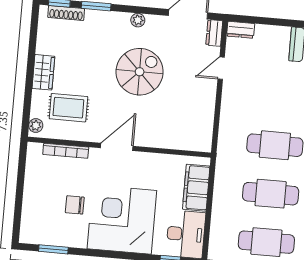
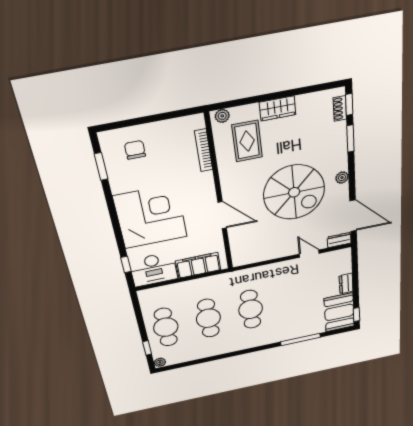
shoe rack: (66, 13) -> (340, 108), width x0.70
dresser: (241, 30) -> (346, 284), moved
spiral stairs: (140, 72) -> (294, 192), width x1.37, depth x1.37
door: (117, 147) -> (222, 215), moved
chair: (75, 205) -> (135, 150), moved

